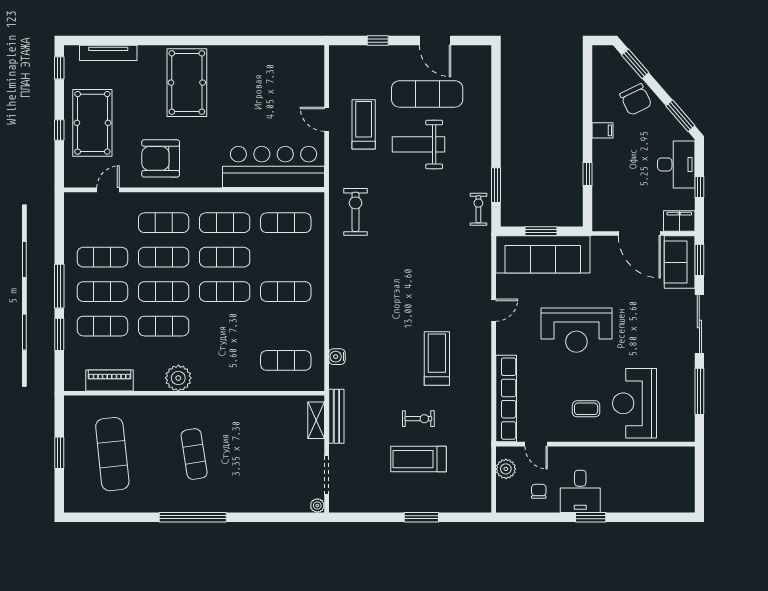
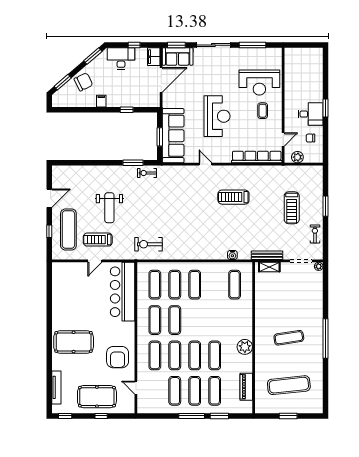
exercise mat: (427, 94) -> (68, 229), moved
exercise mat: (225, 292) -> (175, 285), moved
exercise bike: (418, 419) -> (315, 234), moved

